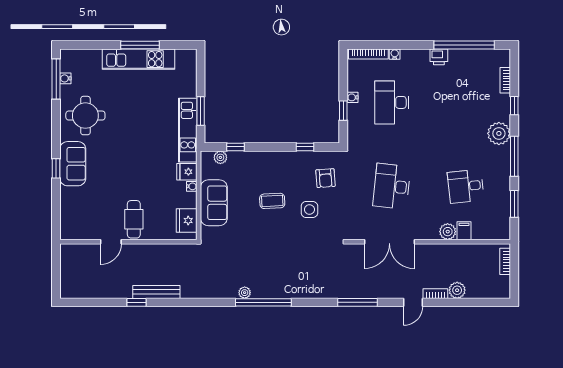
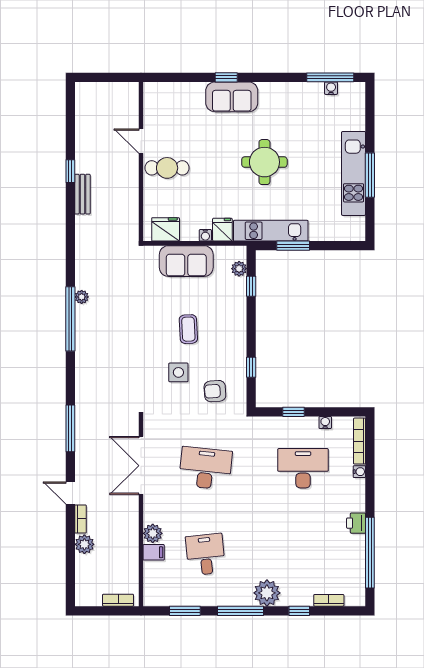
water cooler: (352, 97) -> (325, 423), moved
round table: (85, 116) -> (264, 162), moved
bench: (156, 292) -> (82, 194), width x0.73

